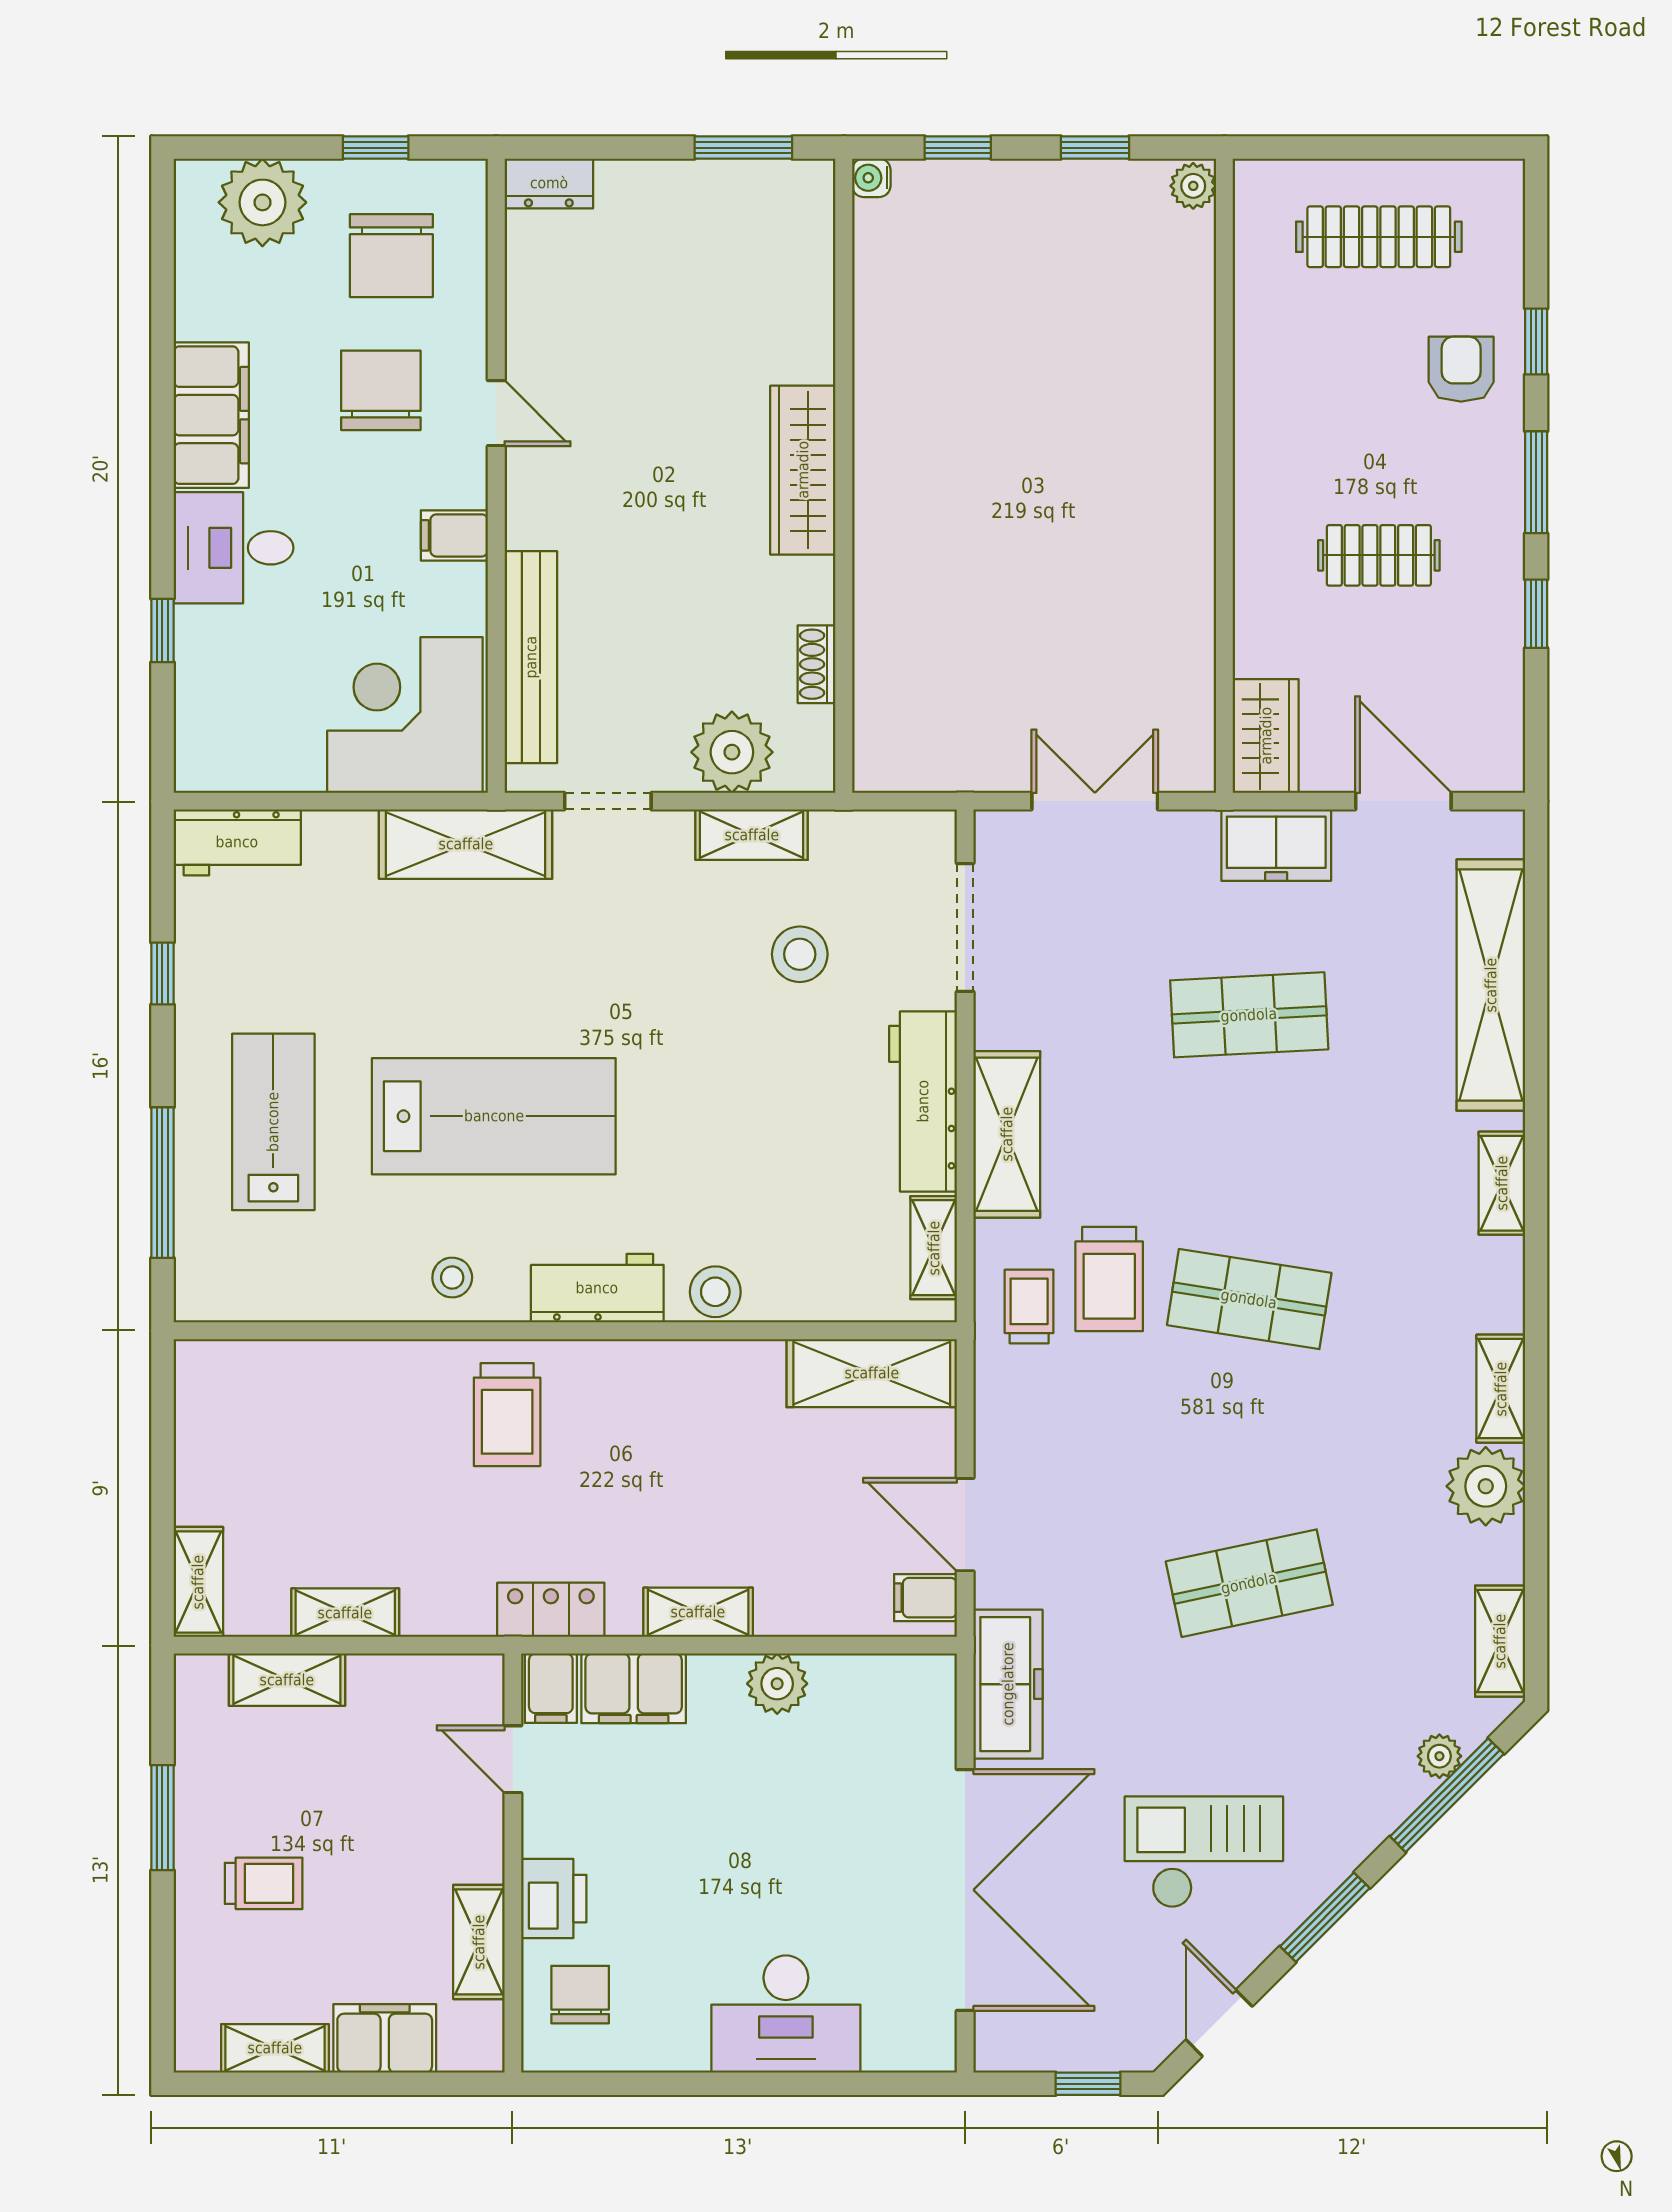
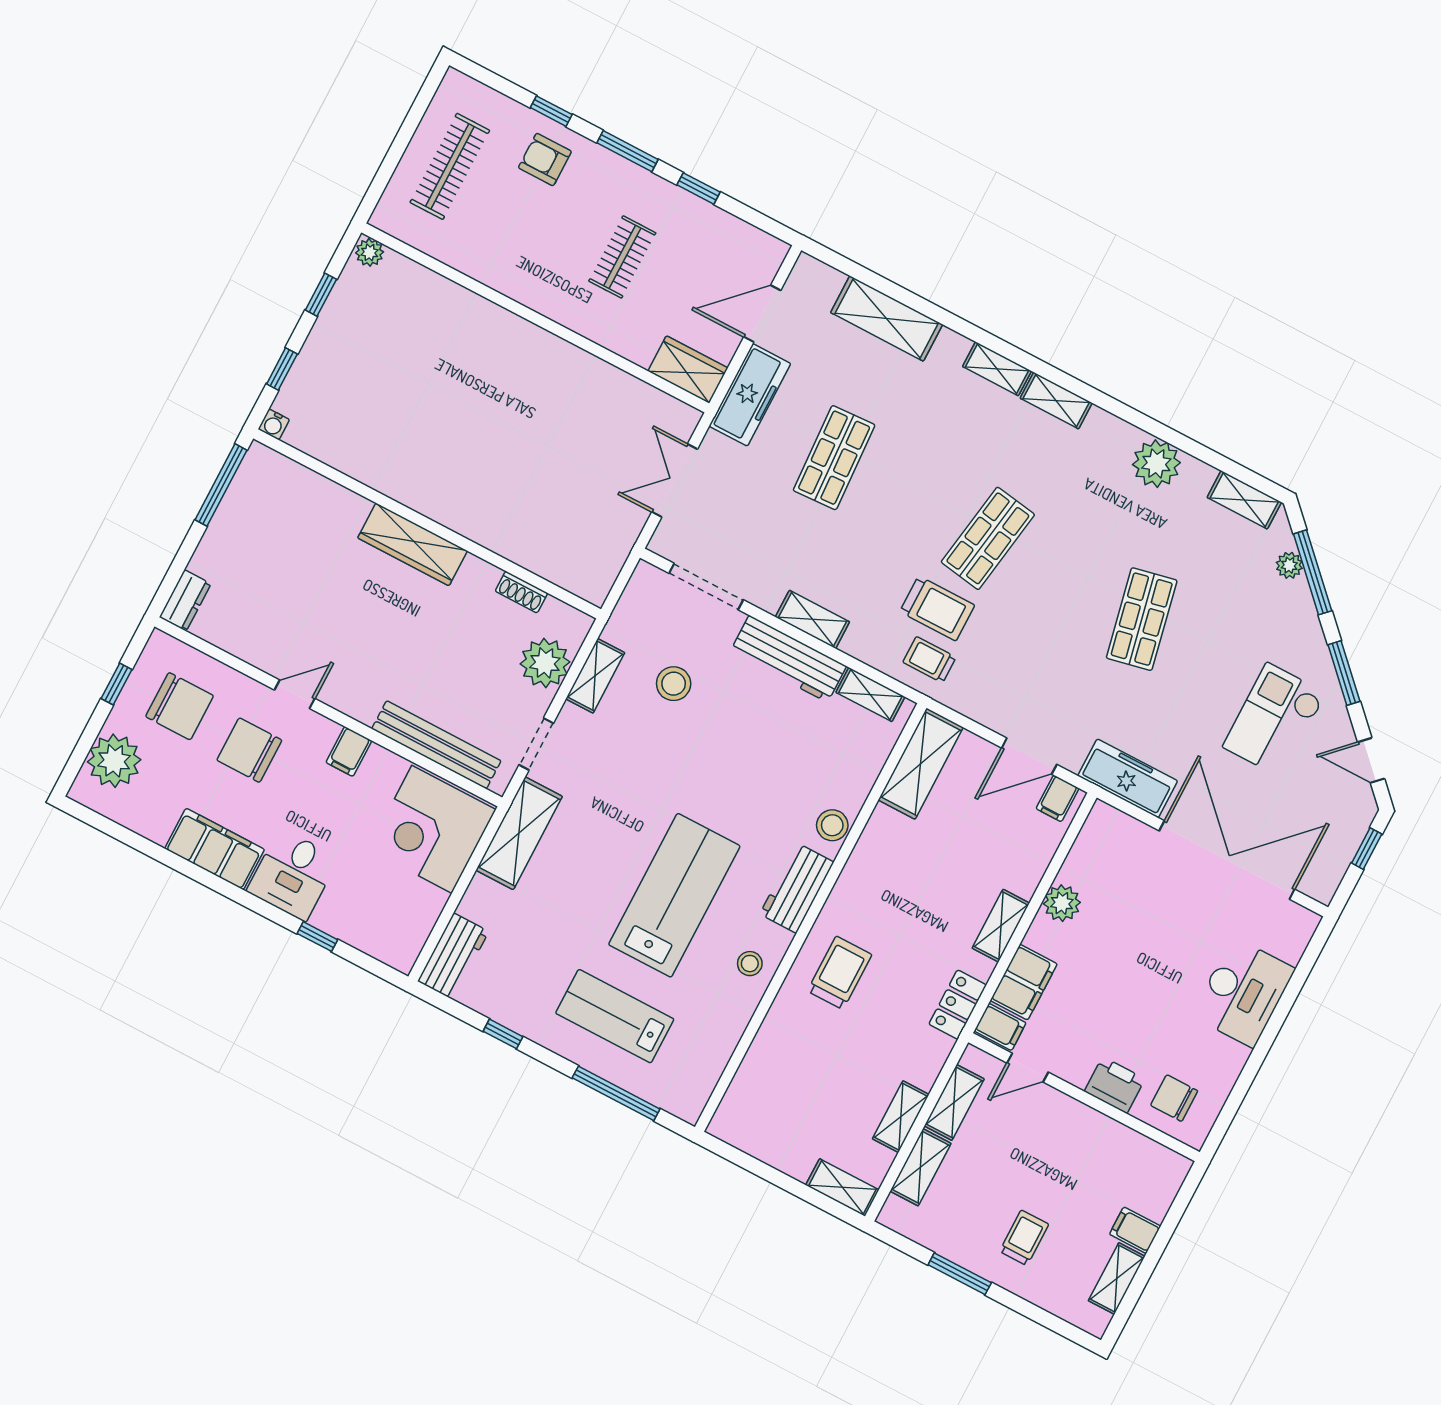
window: (743, 148) -> (221, 485), width x1.44
freezer: (1276, 845) -> (750, 395), width x1.40
shelving: (1491, 985) -> (887, 318), width x0.68
shelving: (1007, 1134) -> (812, 619), width x0.67, depth x0.75
shelving: (1501, 1389) -> (1056, 401), moved
trolley: (507, 1415) -> (840, 973), turned -90
shelving: (479, 1942) -> (954, 1102), moved, turned 90
filing cabinet: (385, 2038) -> (1135, 1230), width x0.50

